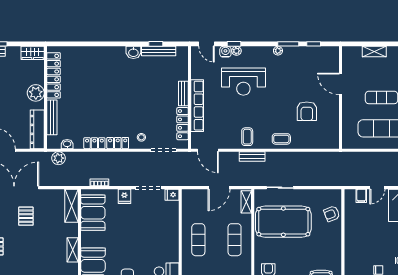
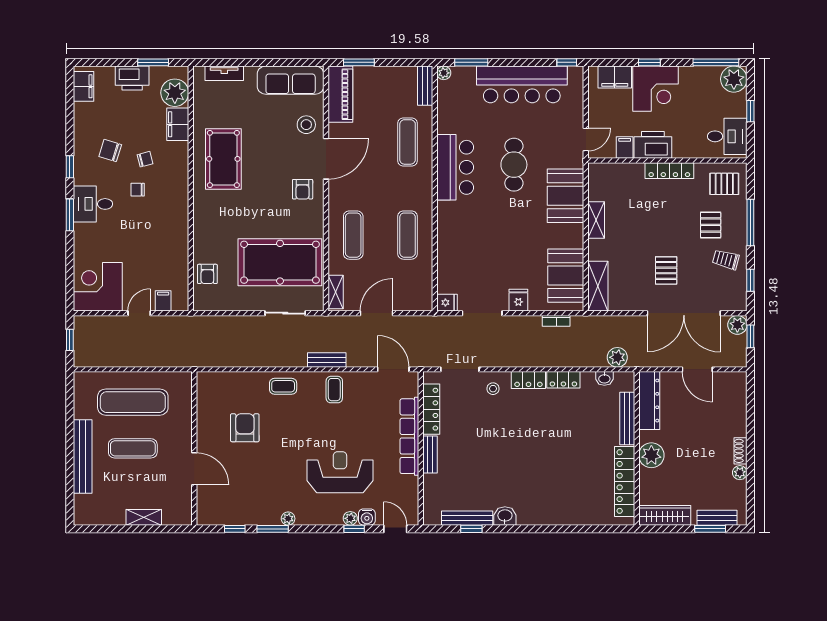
wardrobe: (33, 53) -> (665, 515), width x1.50
armchair: (332, 214) -> (207, 274), turned 111

